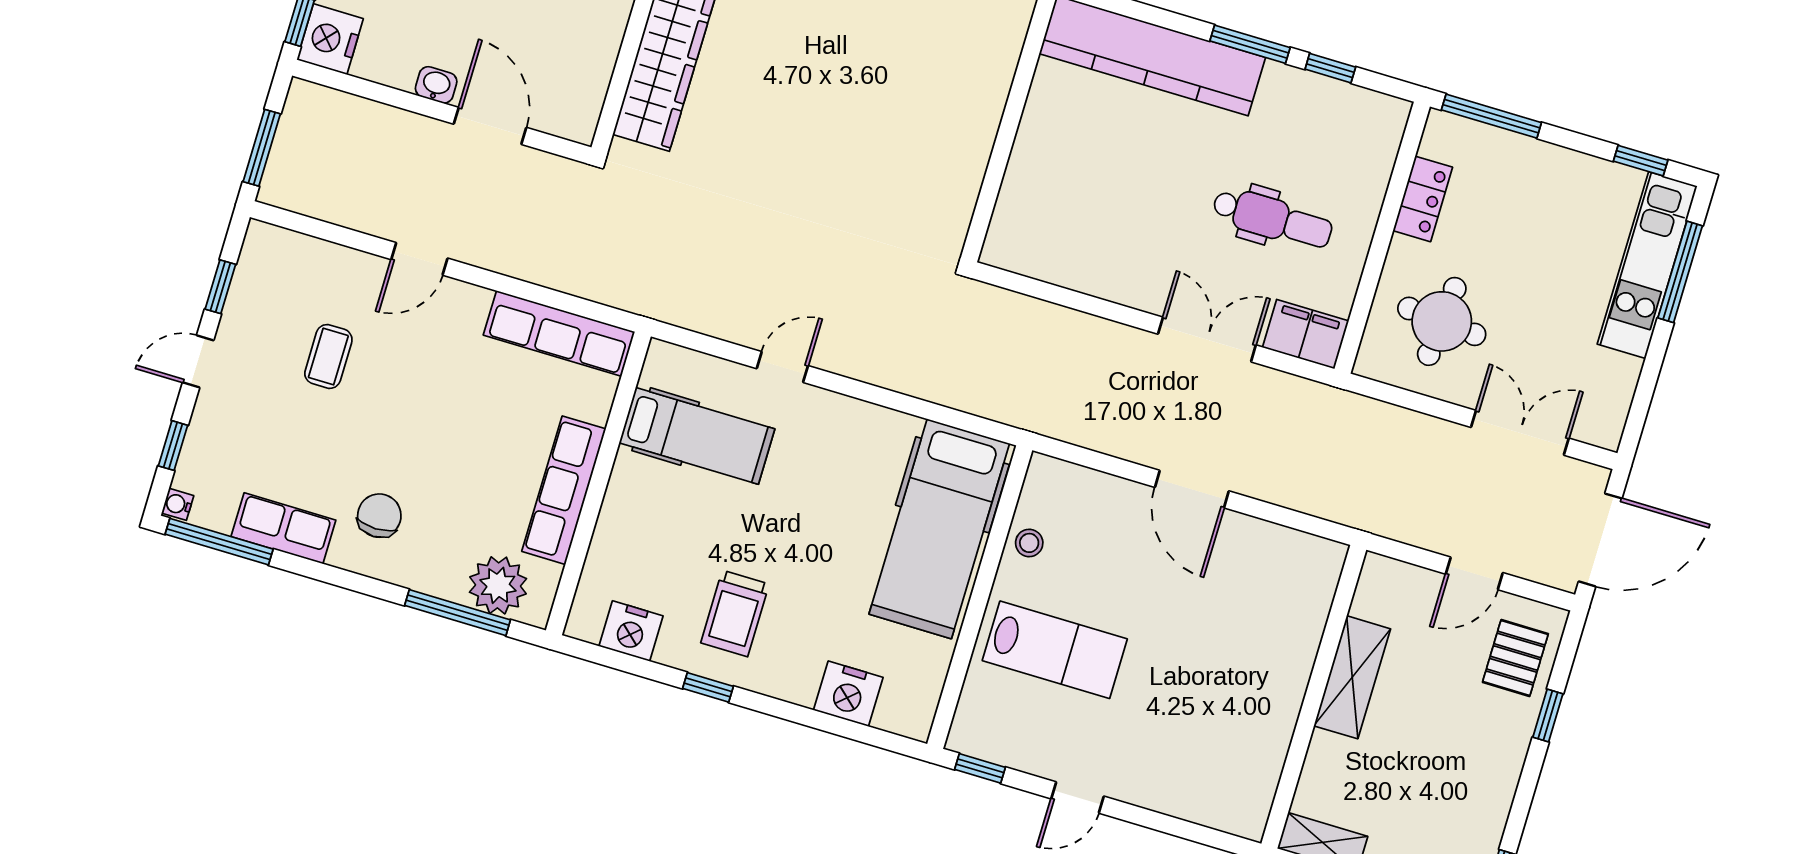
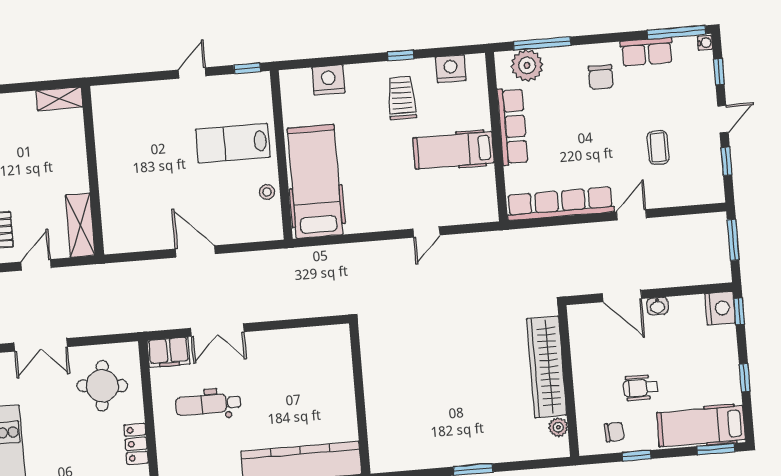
row of seats: (559, 333) -> (560, 204), width x1.36
hospital bed: (697, 436) -> (454, 150), moved
shelving: (1352, 677) -> (80, 225), moved

